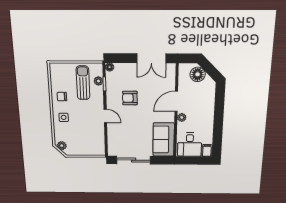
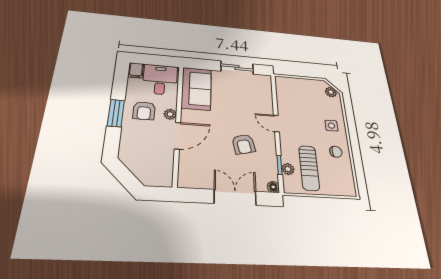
double door: (151, 58) -> (235, 197), moved
floor lamp: (198, 74) -> (144, 170), removed
armchair: (130, 98) -> (244, 144), turned 77
window: (219, 115) -> (116, 113), added
armchair: (200, 119) -> (144, 111), added
sliding door: (134, 160) -> (237, 67), width x0.73

